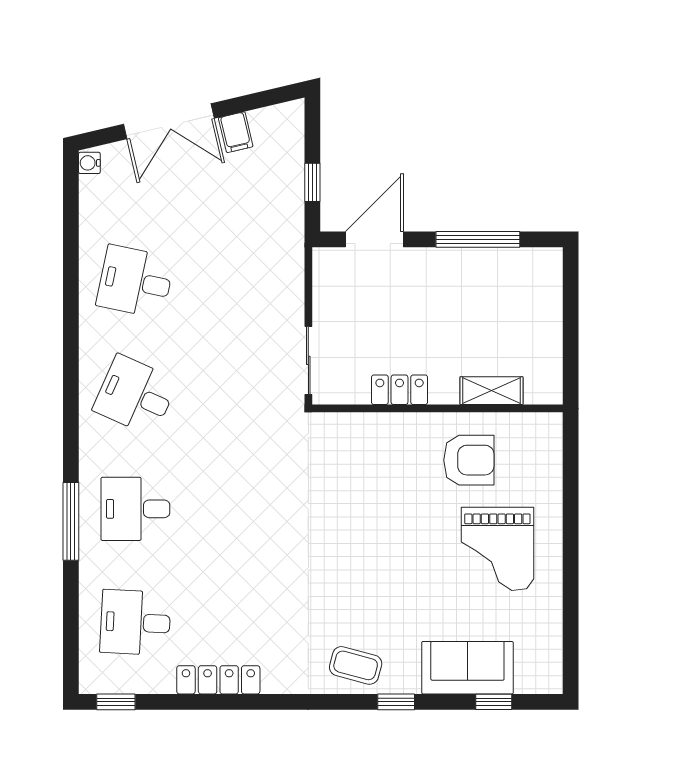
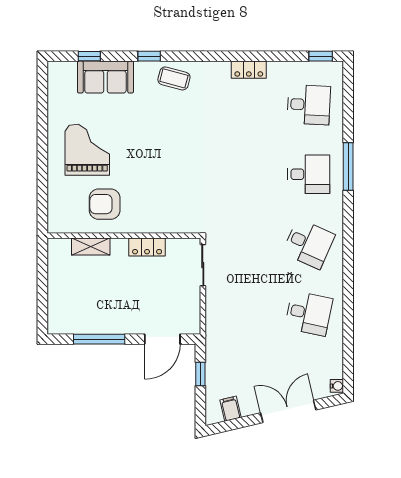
filing cabinet: (236, 132) -> (231, 409), moved
locker: (218, 680) -> (249, 70), width x0.66

